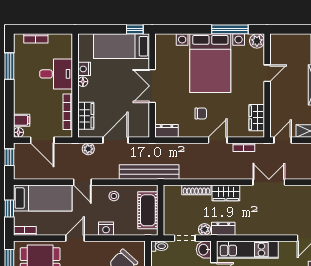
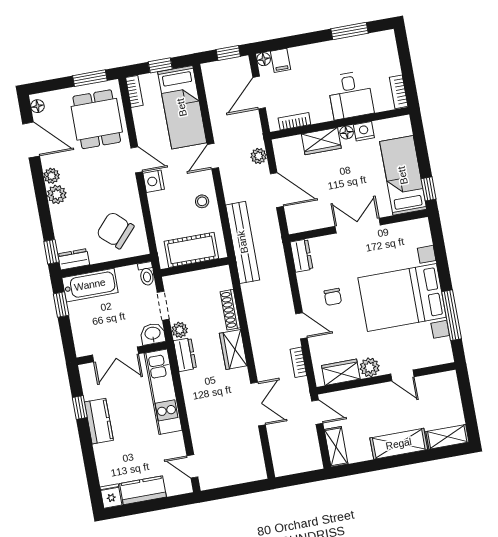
bookcase: (36, 38) -> (399, 92), moved
plant: (257, 41) -> (370, 367), moved
bookcase: (68, 112) -> (294, 121), width x0.64
wardrobe: (86, 116) -> (321, 141), moved
nightstand: (106, 229) -> (154, 181), moved

